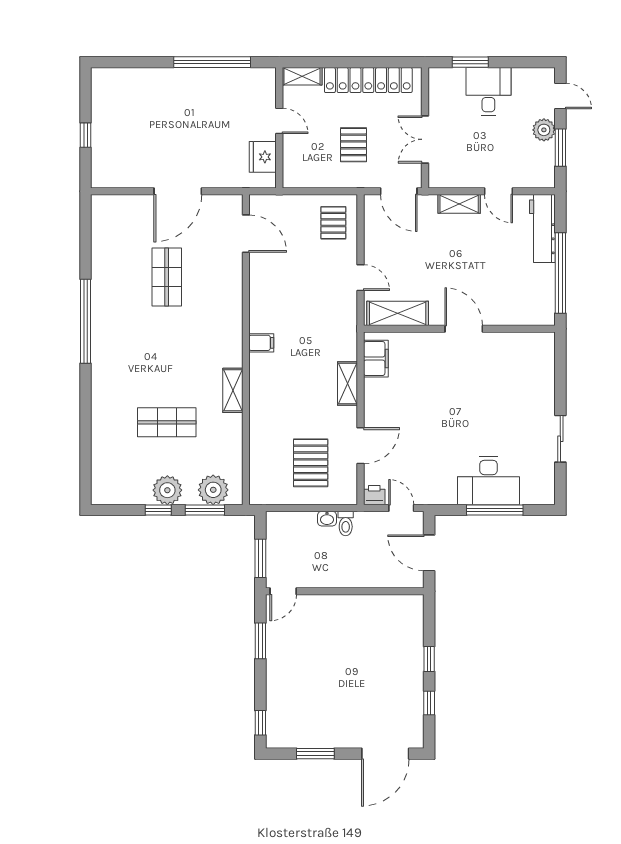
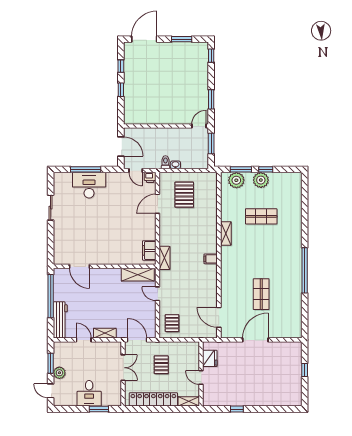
window: (212, 62) -> (237, 409), width x0.32
door: (464, 329) -> (80, 266), moved
shelving: (347, 383) -> (165, 258), moved

